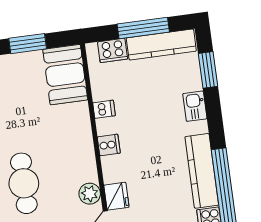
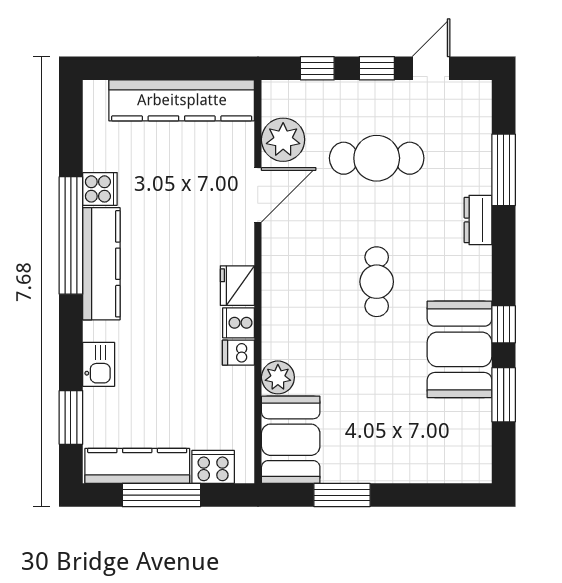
dishwasher: (104, 109) -> (238, 353), moved
cafe table: (24, 183) -> (377, 282), width x0.73, depth x0.74
plant: (90, 194) -> (278, 377), moved
fridge: (116, 196) -> (237, 286), moved

